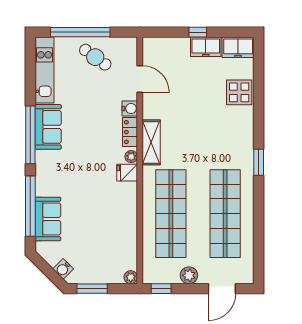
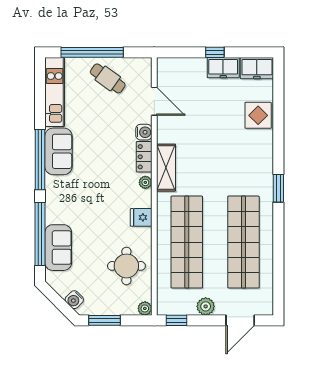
fridge: (127, 173) -> (141, 217), moved
round table: (113, 237) -> (126, 266), added

